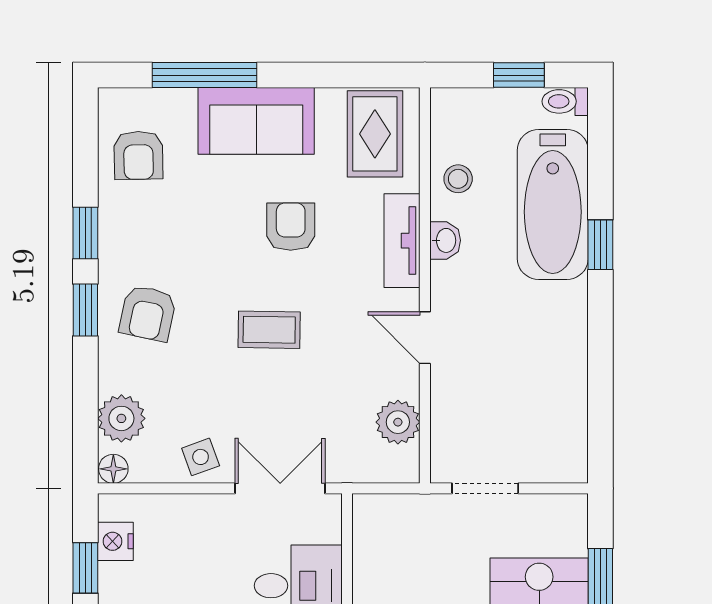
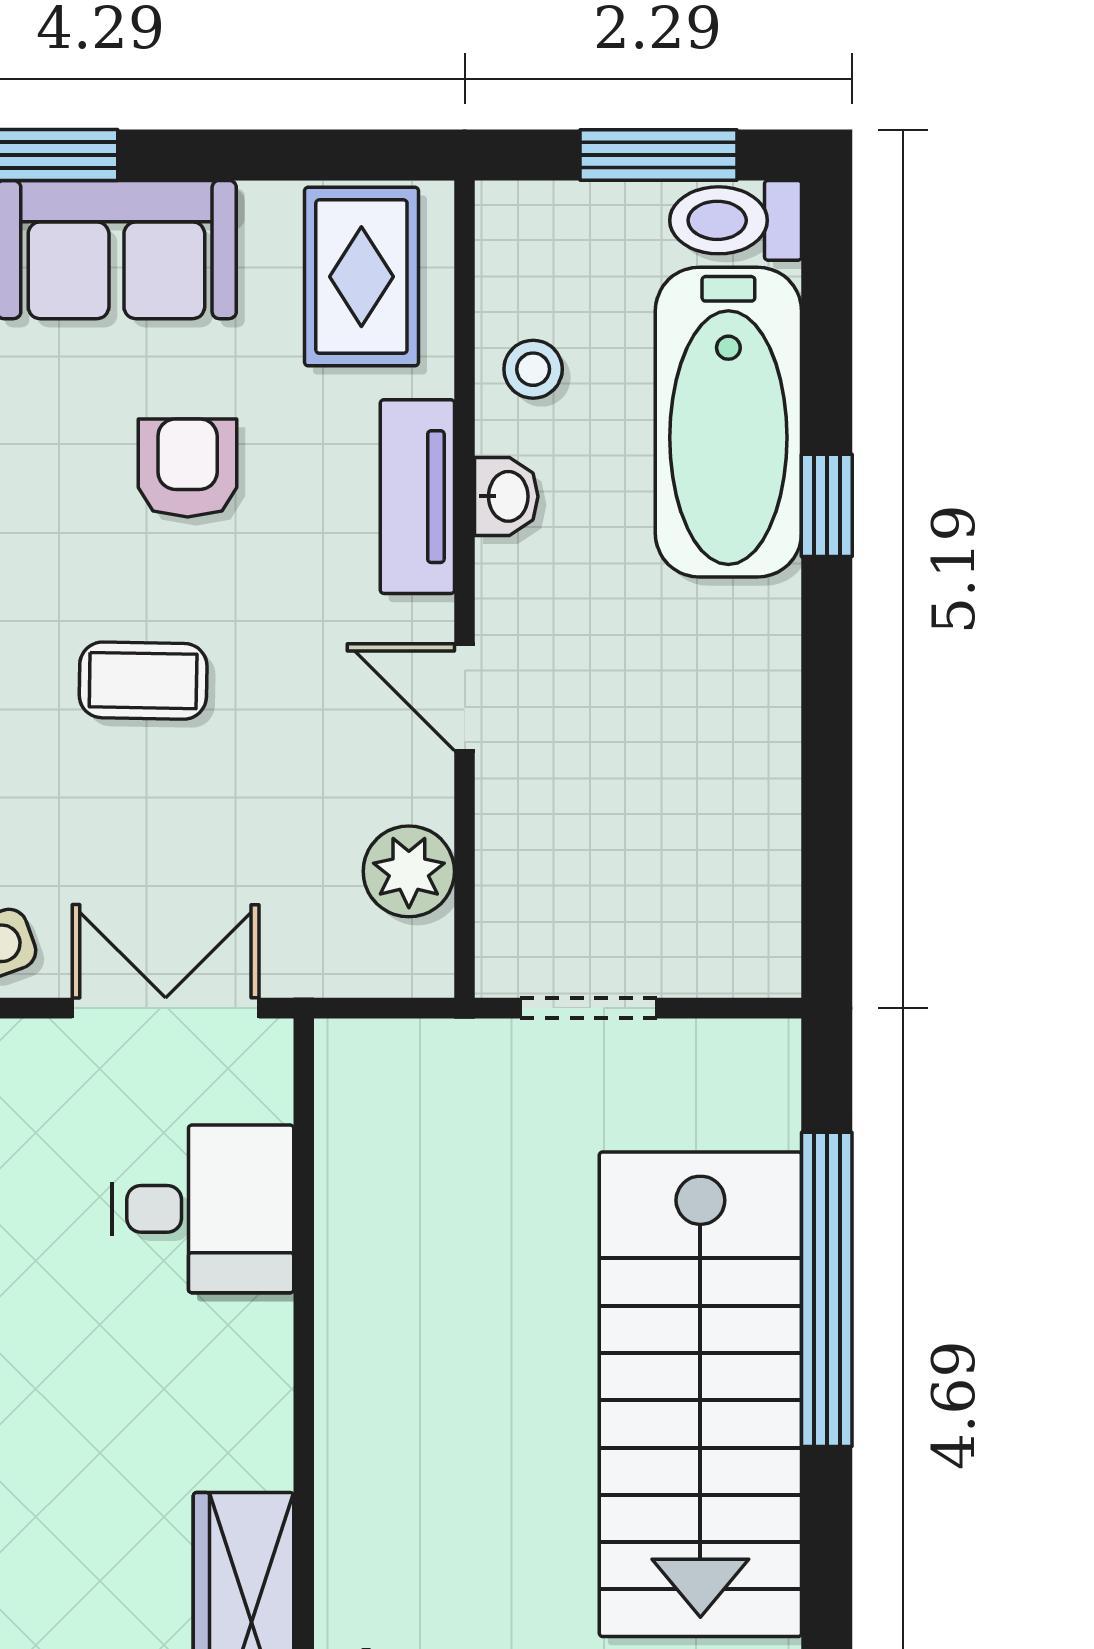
window: (519, 75) -> (658, 155), width x1.50
toilet: (565, 101) -> (736, 220), width x1.37, depth x1.39

